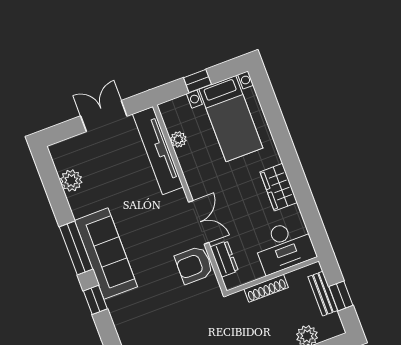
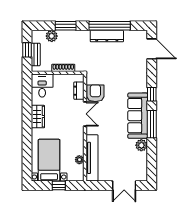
double door: (104, 116) -> (124, 186), moved
plant: (71, 181) -> (141, 145), moved
double door: (199, 222) -> (85, 114), swing flipped
desk: (284, 246) -> (42, 86), width x0.73
armchair: (194, 265) -> (95, 93), turned -90

